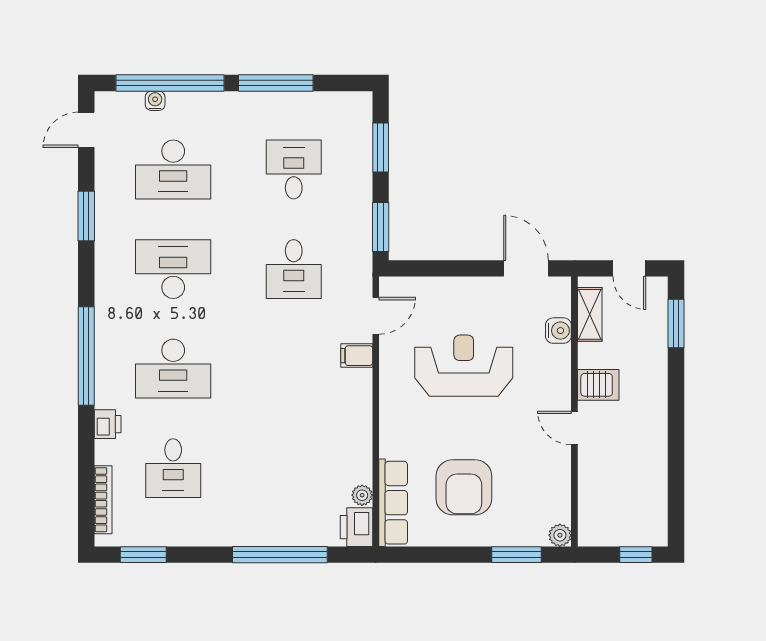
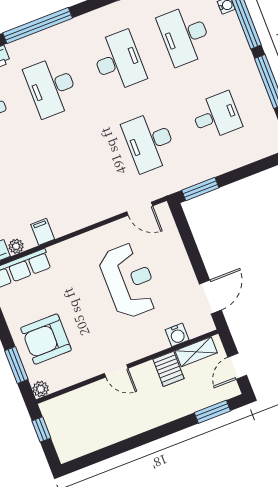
window: (381, 148) -> (253, 168), removed
desk: (294, 269) -> (150, 142), width x1.37
filing cabinet: (357, 356) -> (43, 232), moved
server rack: (598, 385) -> (169, 369), moved
door: (574, 428) -> (116, 371), swing flipped
armchair: (464, 487) -> (46, 339), moved
window: (636, 555) -> (41, 429), moved

